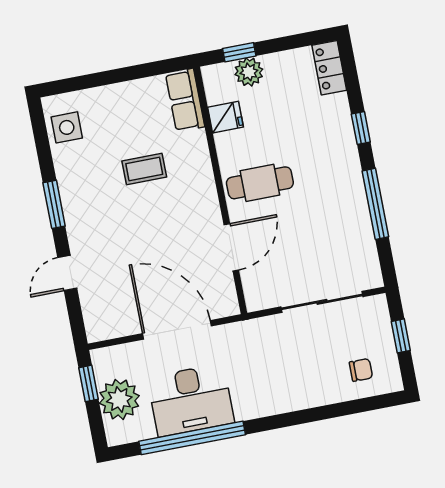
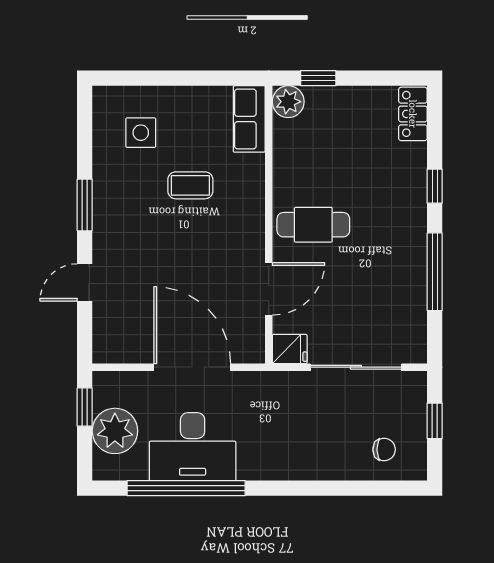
plant: (249, 72) -> (288, 102), moved
fridge: (226, 117) -> (290, 349), moved
side table: (67, 127) -> (141, 133), moved

